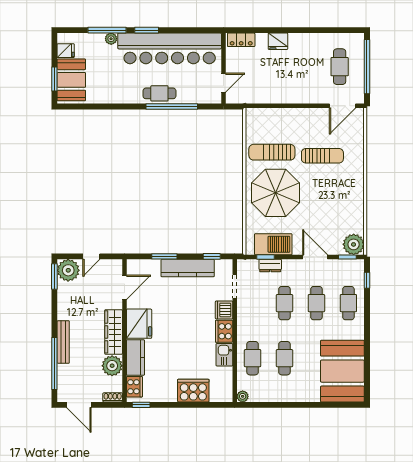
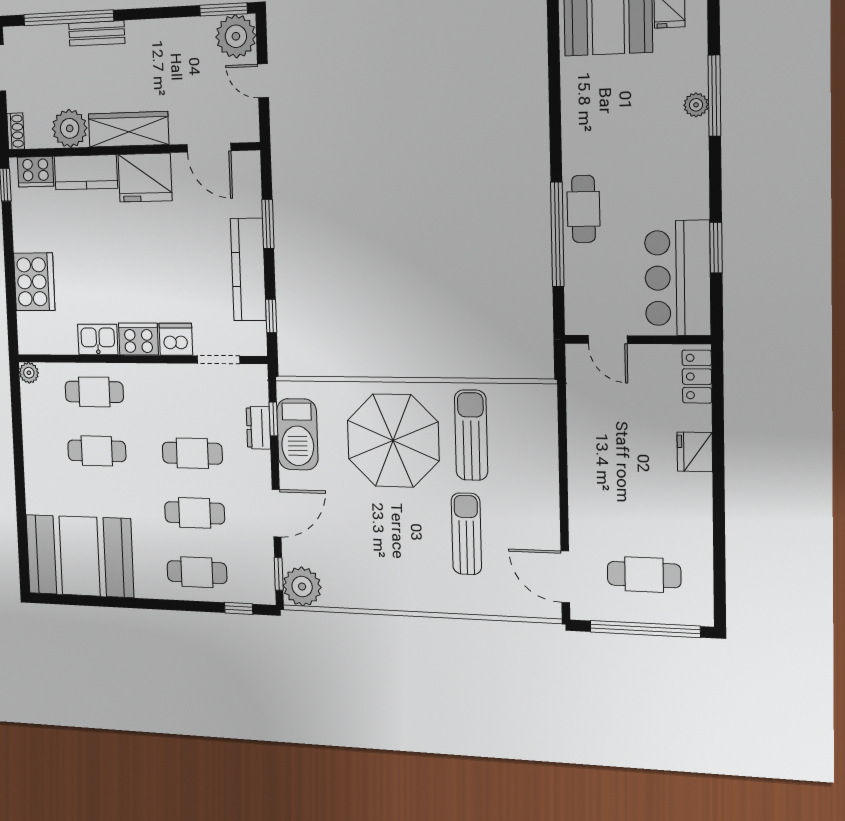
window: (147, 30) -> (716, 248), moved
bar counter: (170, 48) -> (678, 278), width x0.54
sun lounger: (322, 156) -> (466, 534), turned 180
bench: (63, 342) -> (97, 33), width x0.73

